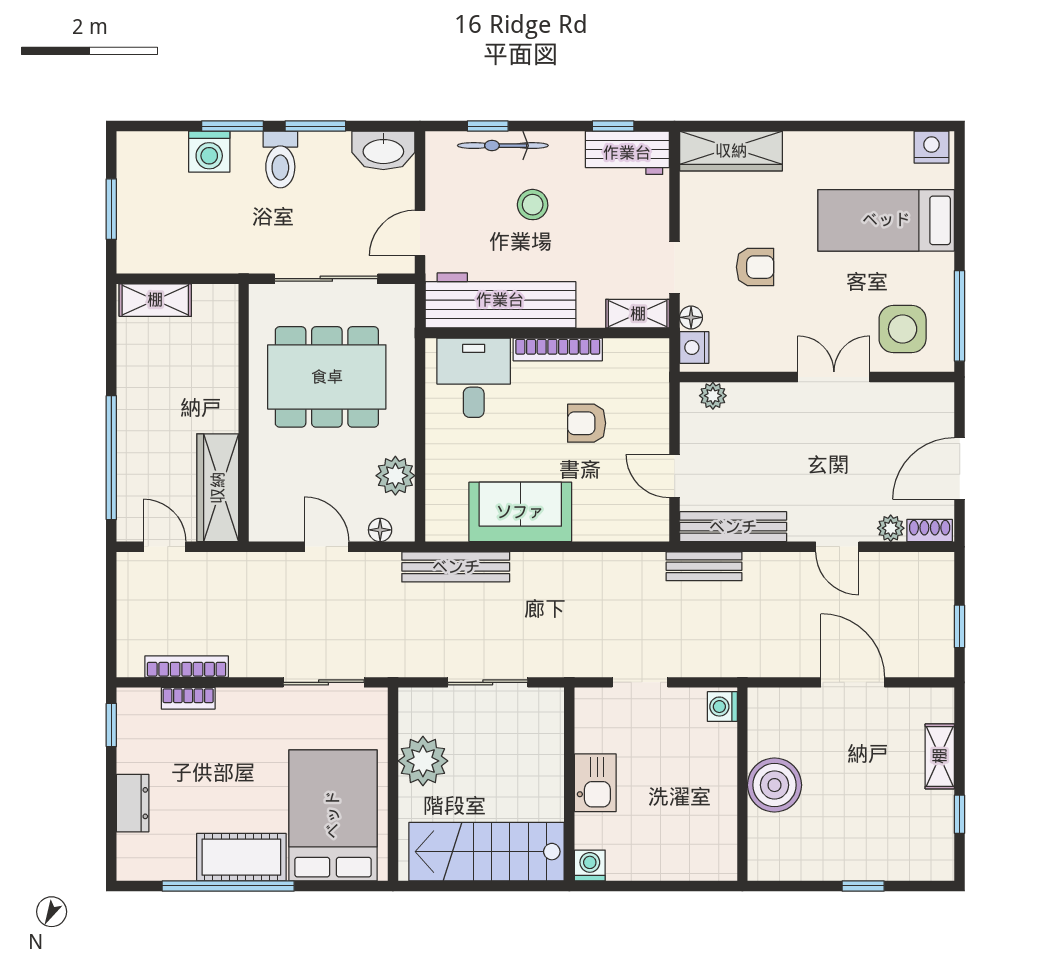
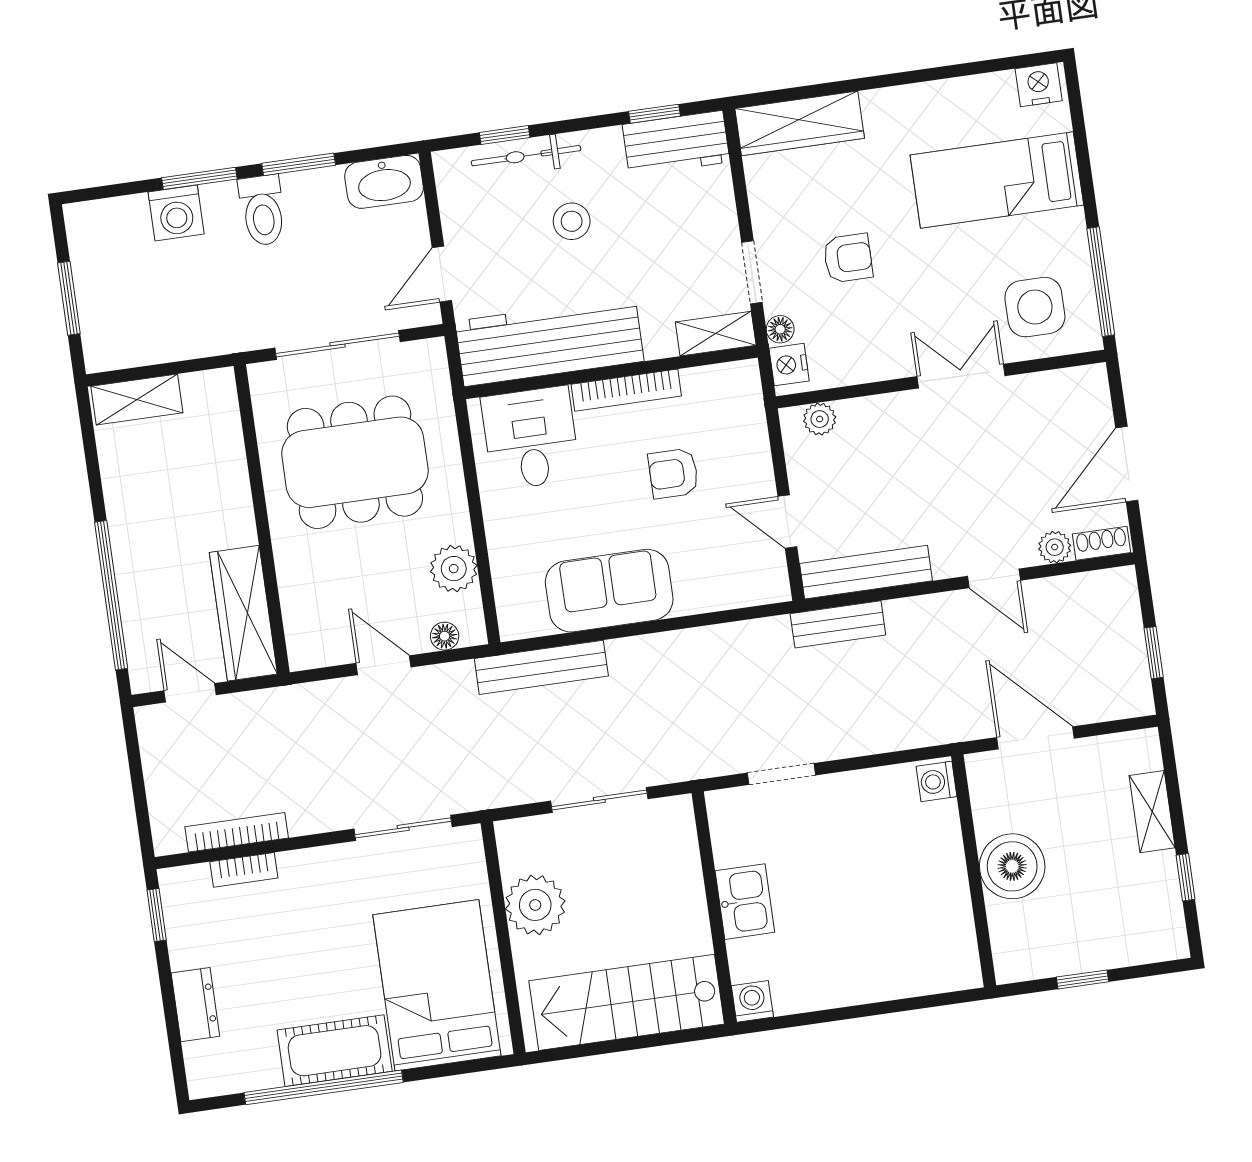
washing machine: (722, 707) -> (937, 781), moved
wall: (742, 784) -> (974, 871), moved
boiler: (774, 785) -> (1012, 866), moved

